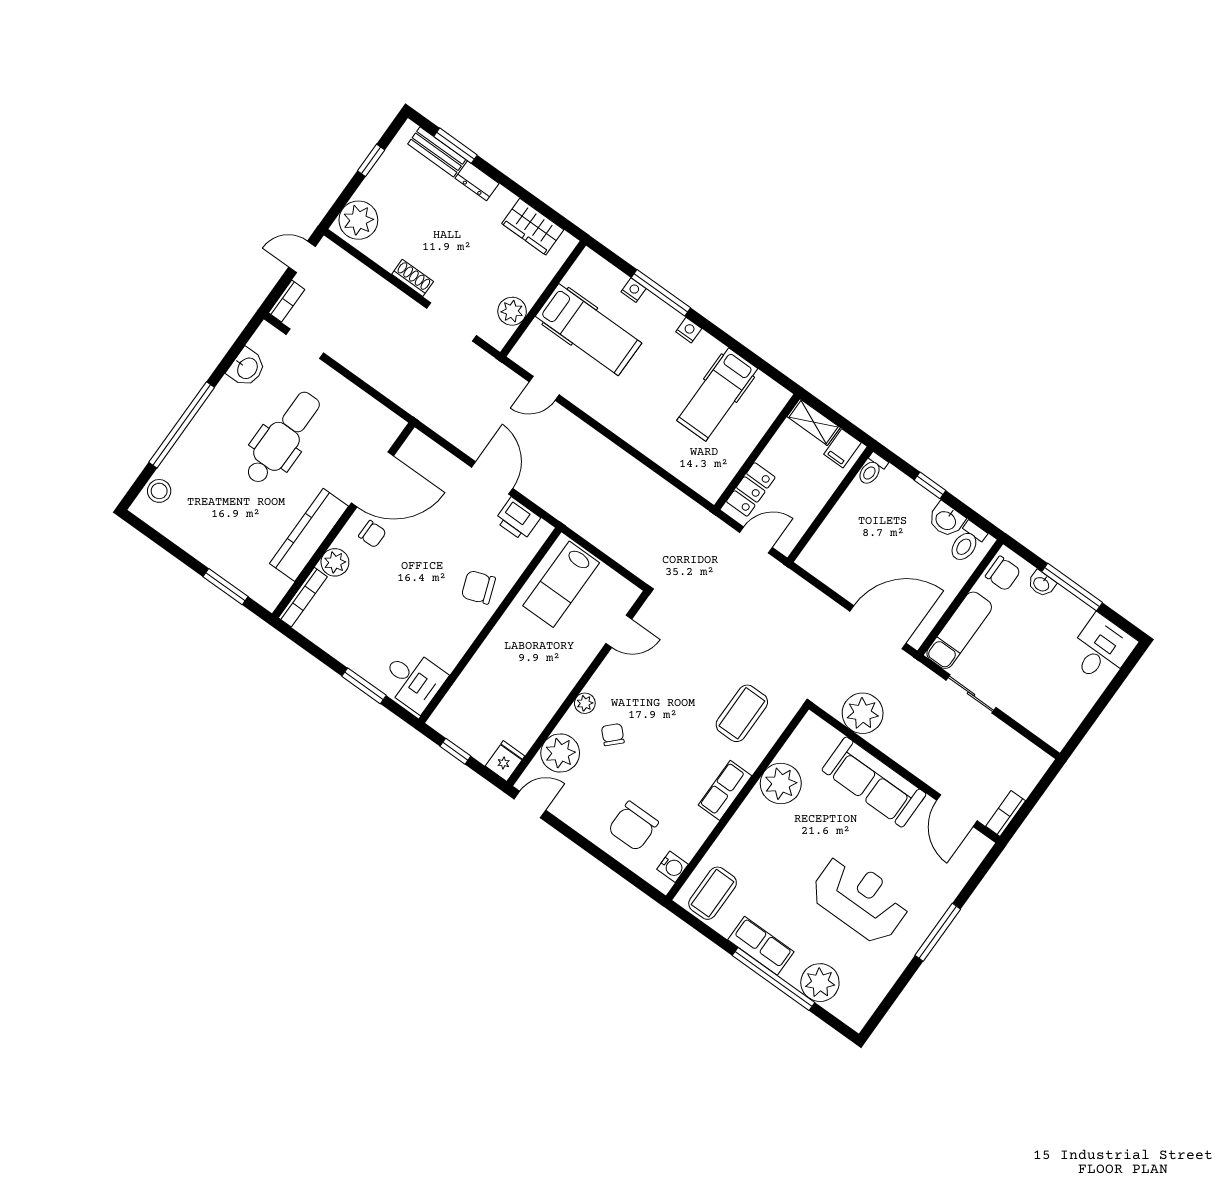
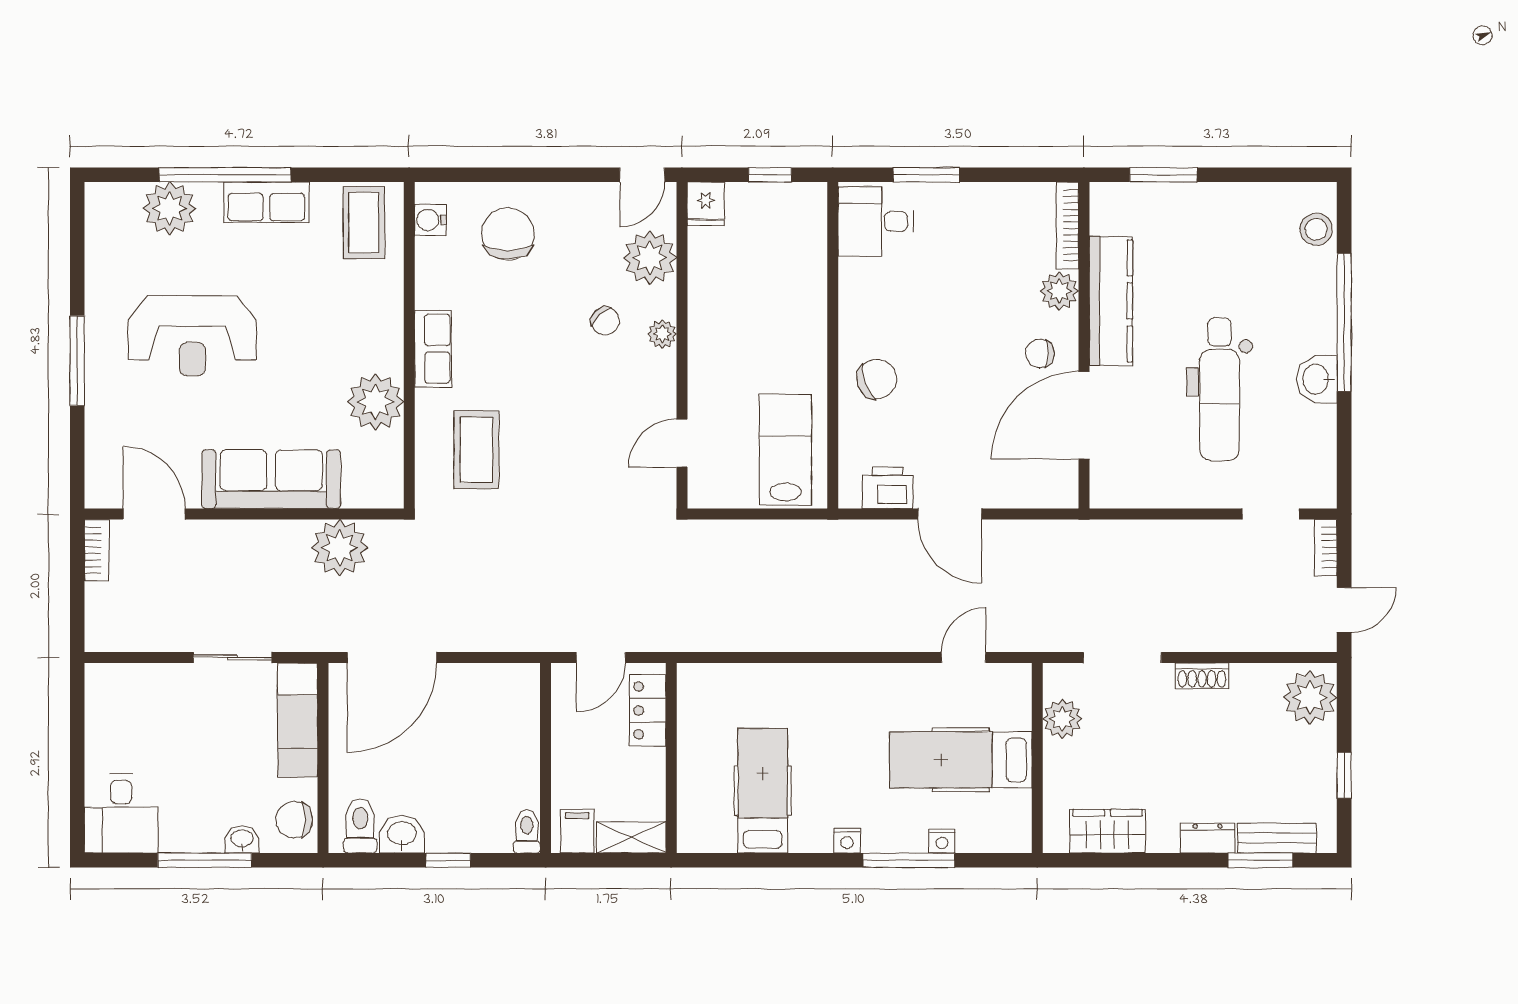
washbasin: (247, 368) -> (1317, 379), moved

